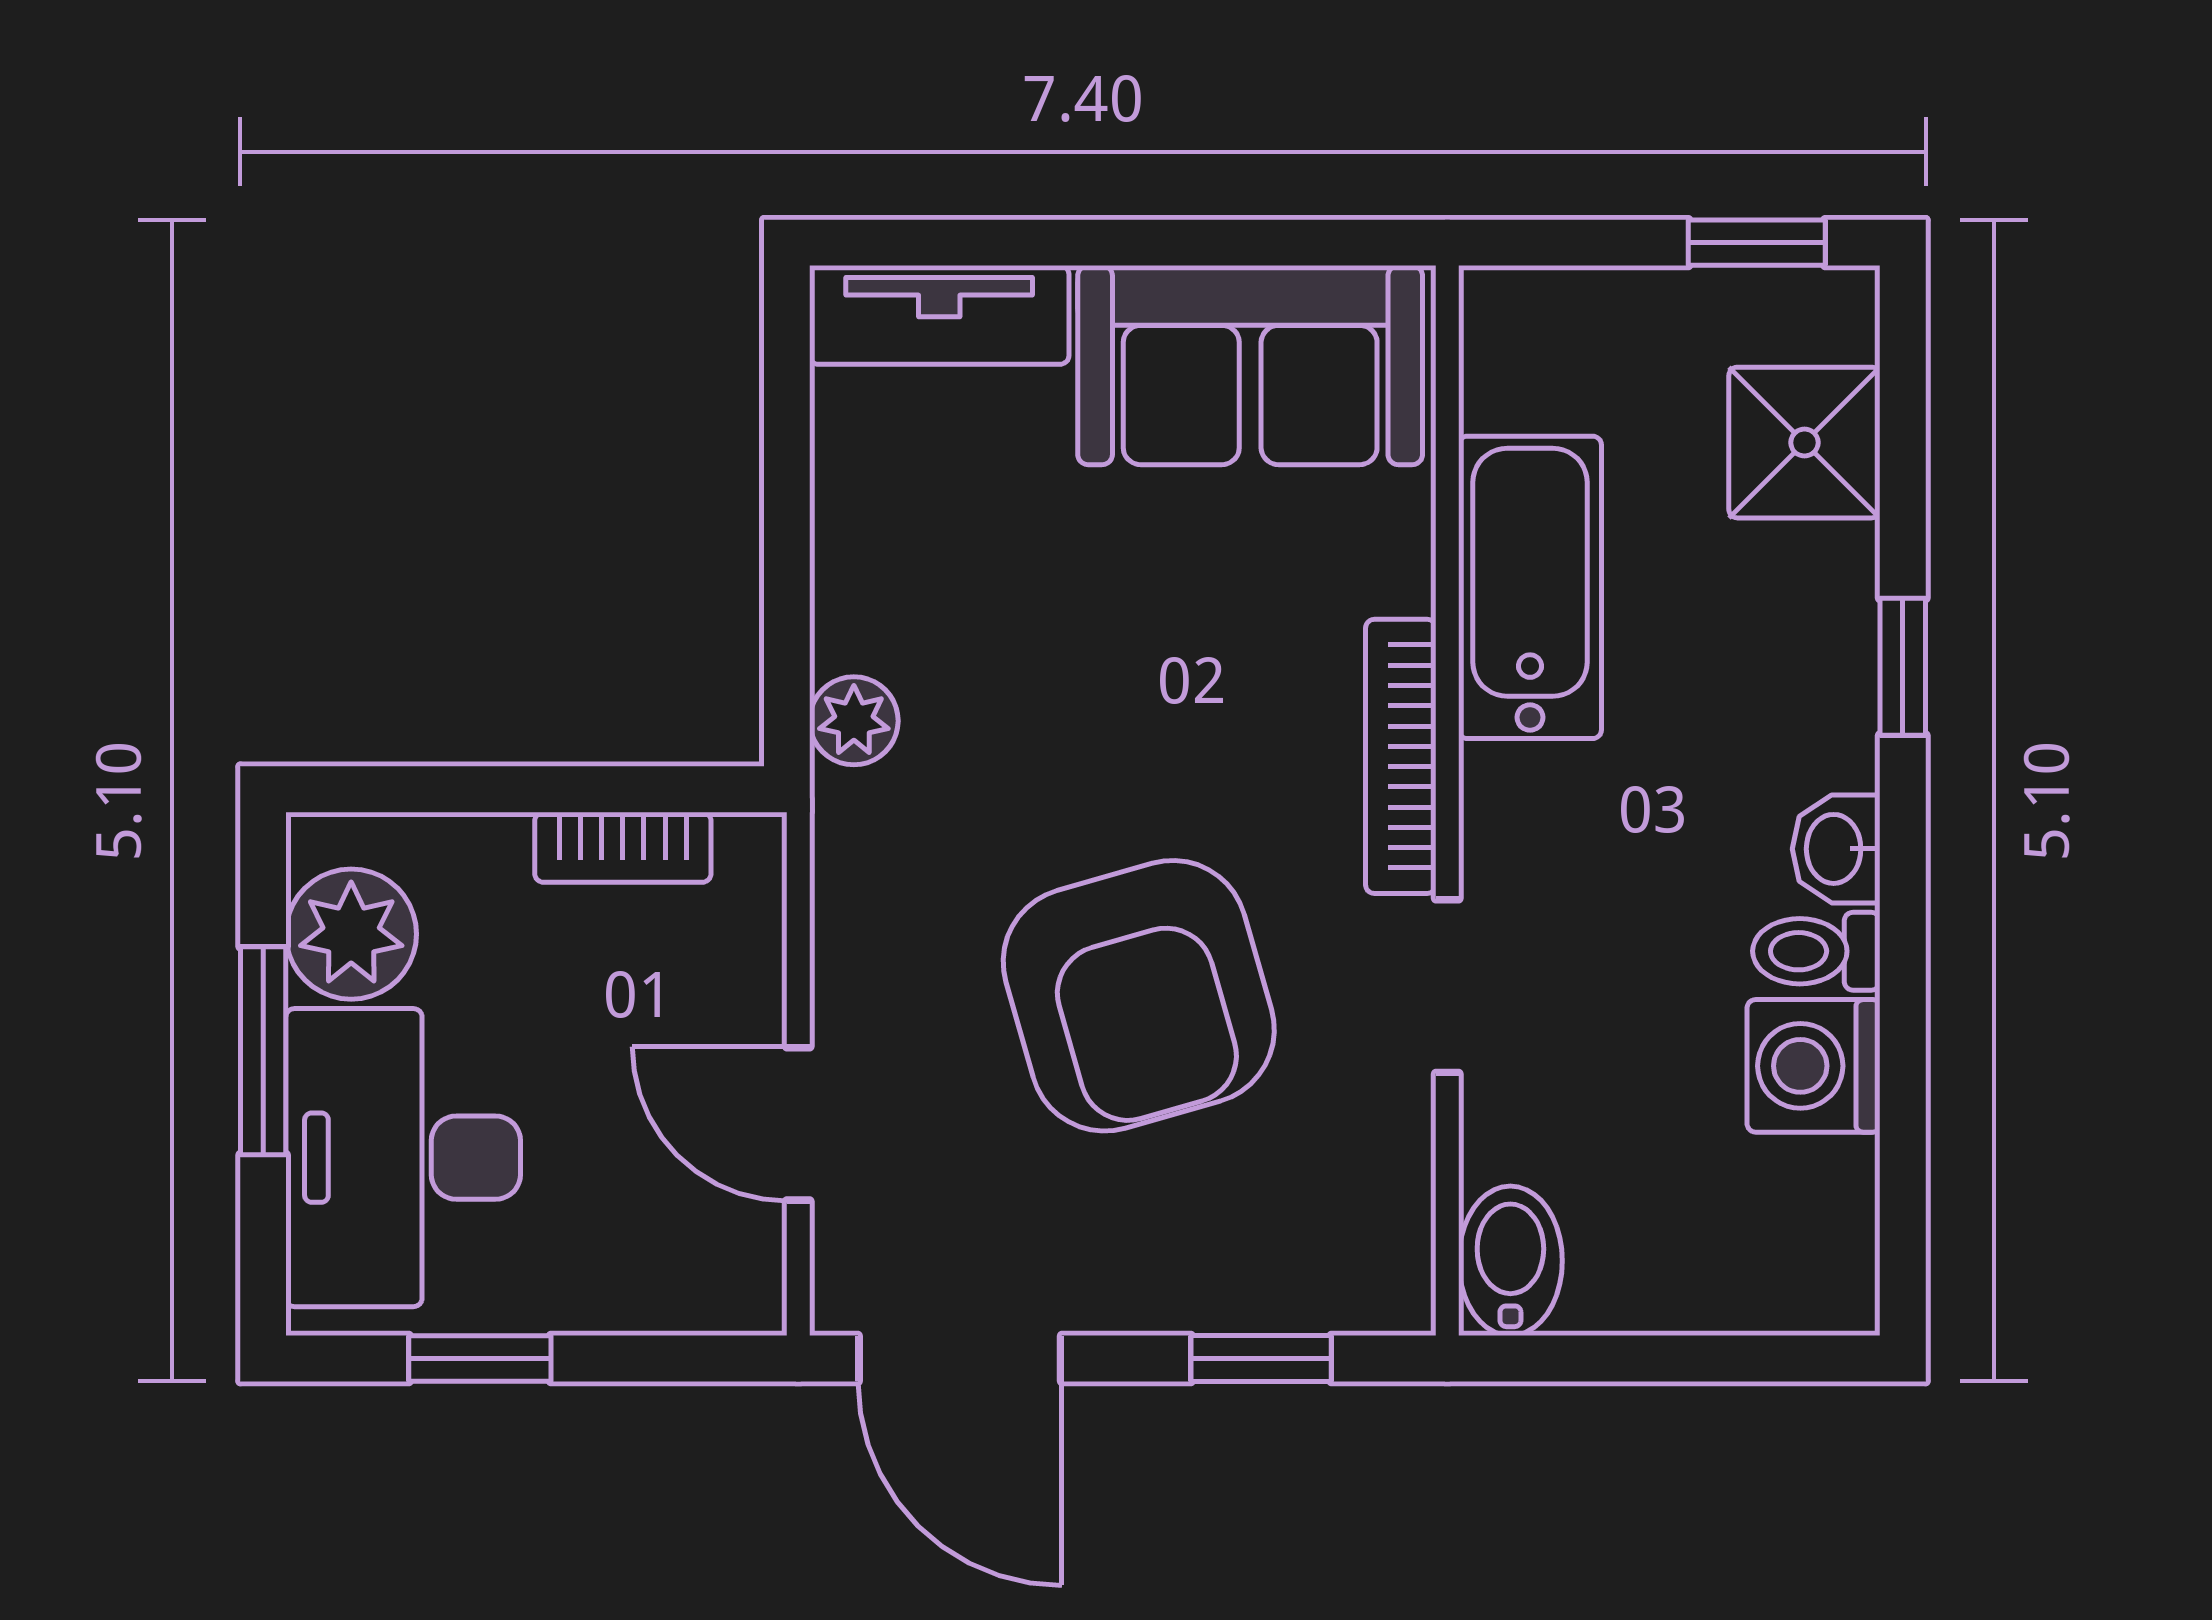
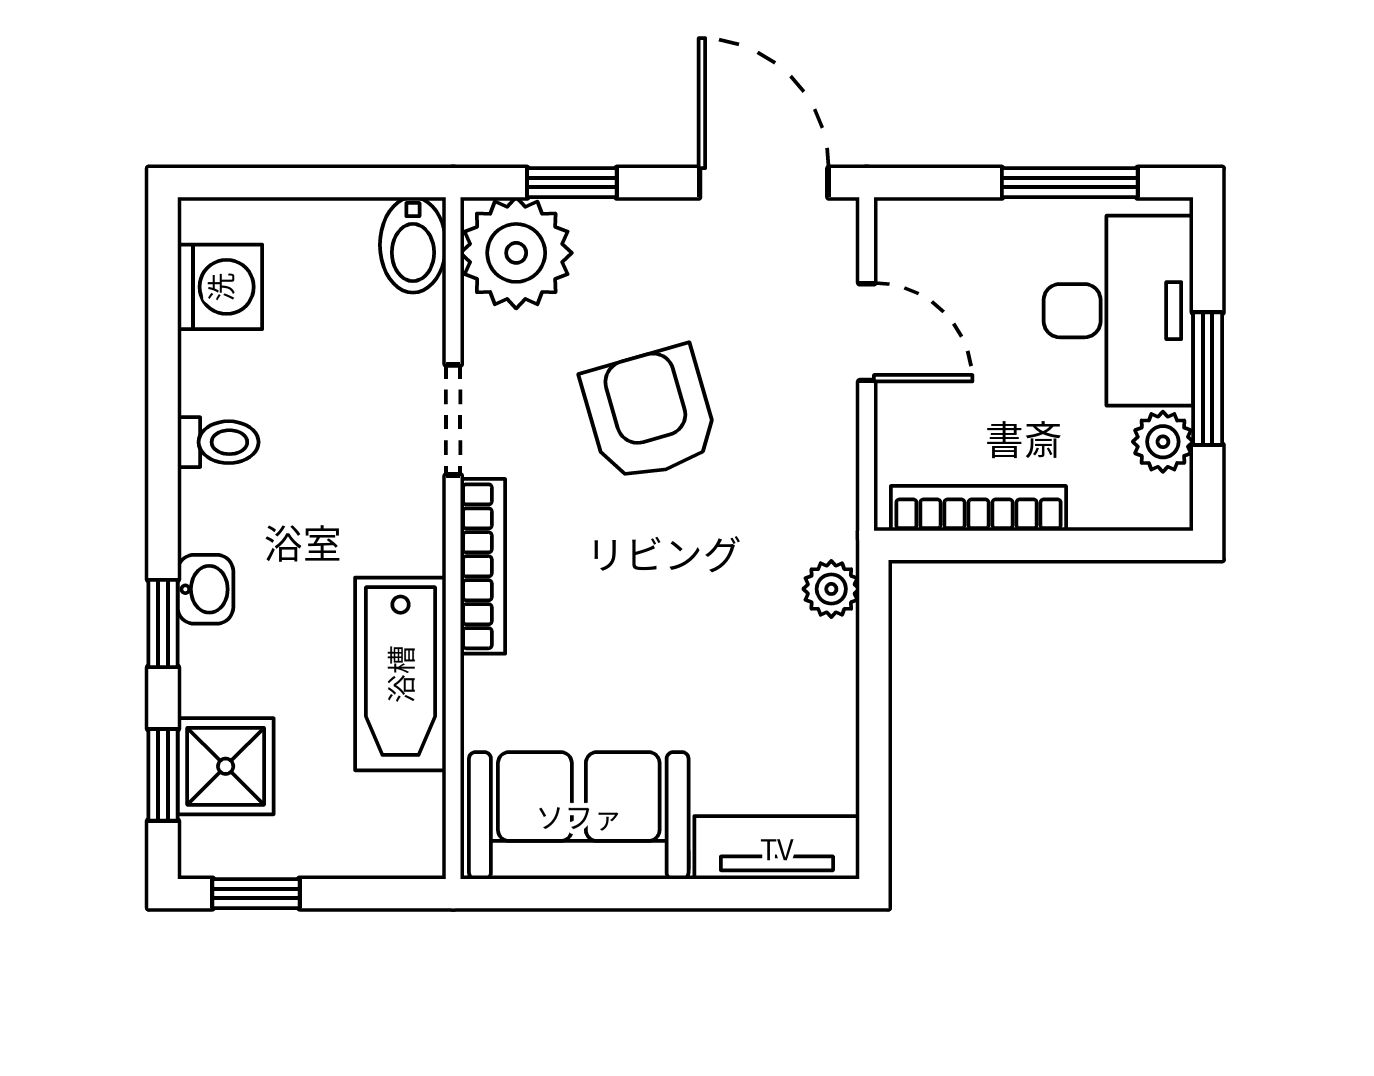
window: (1903, 429) -> (163, 775), added
bookcase: (623, 847) -> (978, 508), width x1.56
washbasin: (1836, 849) -> (205, 589), moved
plant: (351, 934) -> (1163, 442), width x0.73, depth x0.73
armchair: (1139, 996) -> (650, 414), width x0.73, depth x0.73
washing machine: (1814, 1066) -> (220, 287), moved
plant: (1348, 1248) -> (516, 253), added
window: (480, 1359) -> (1070, 183), width x1.50

